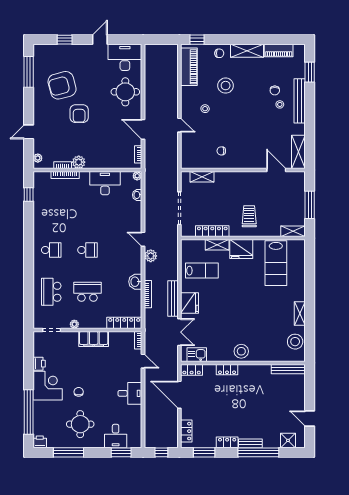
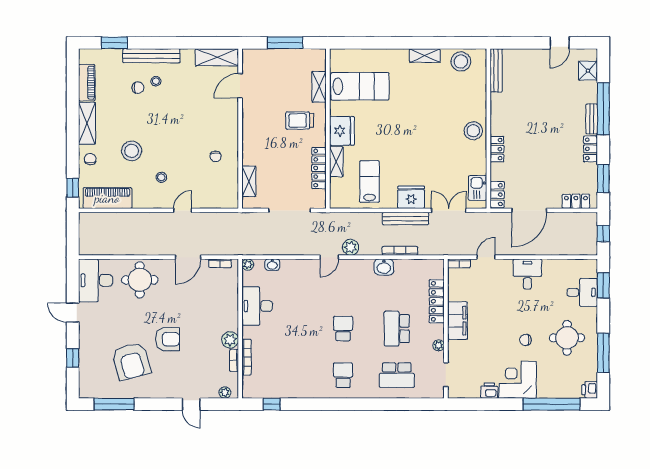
shelving: (293, 231) -> (319, 87), moved
locker: (124, 323) -> (437, 301), moved

